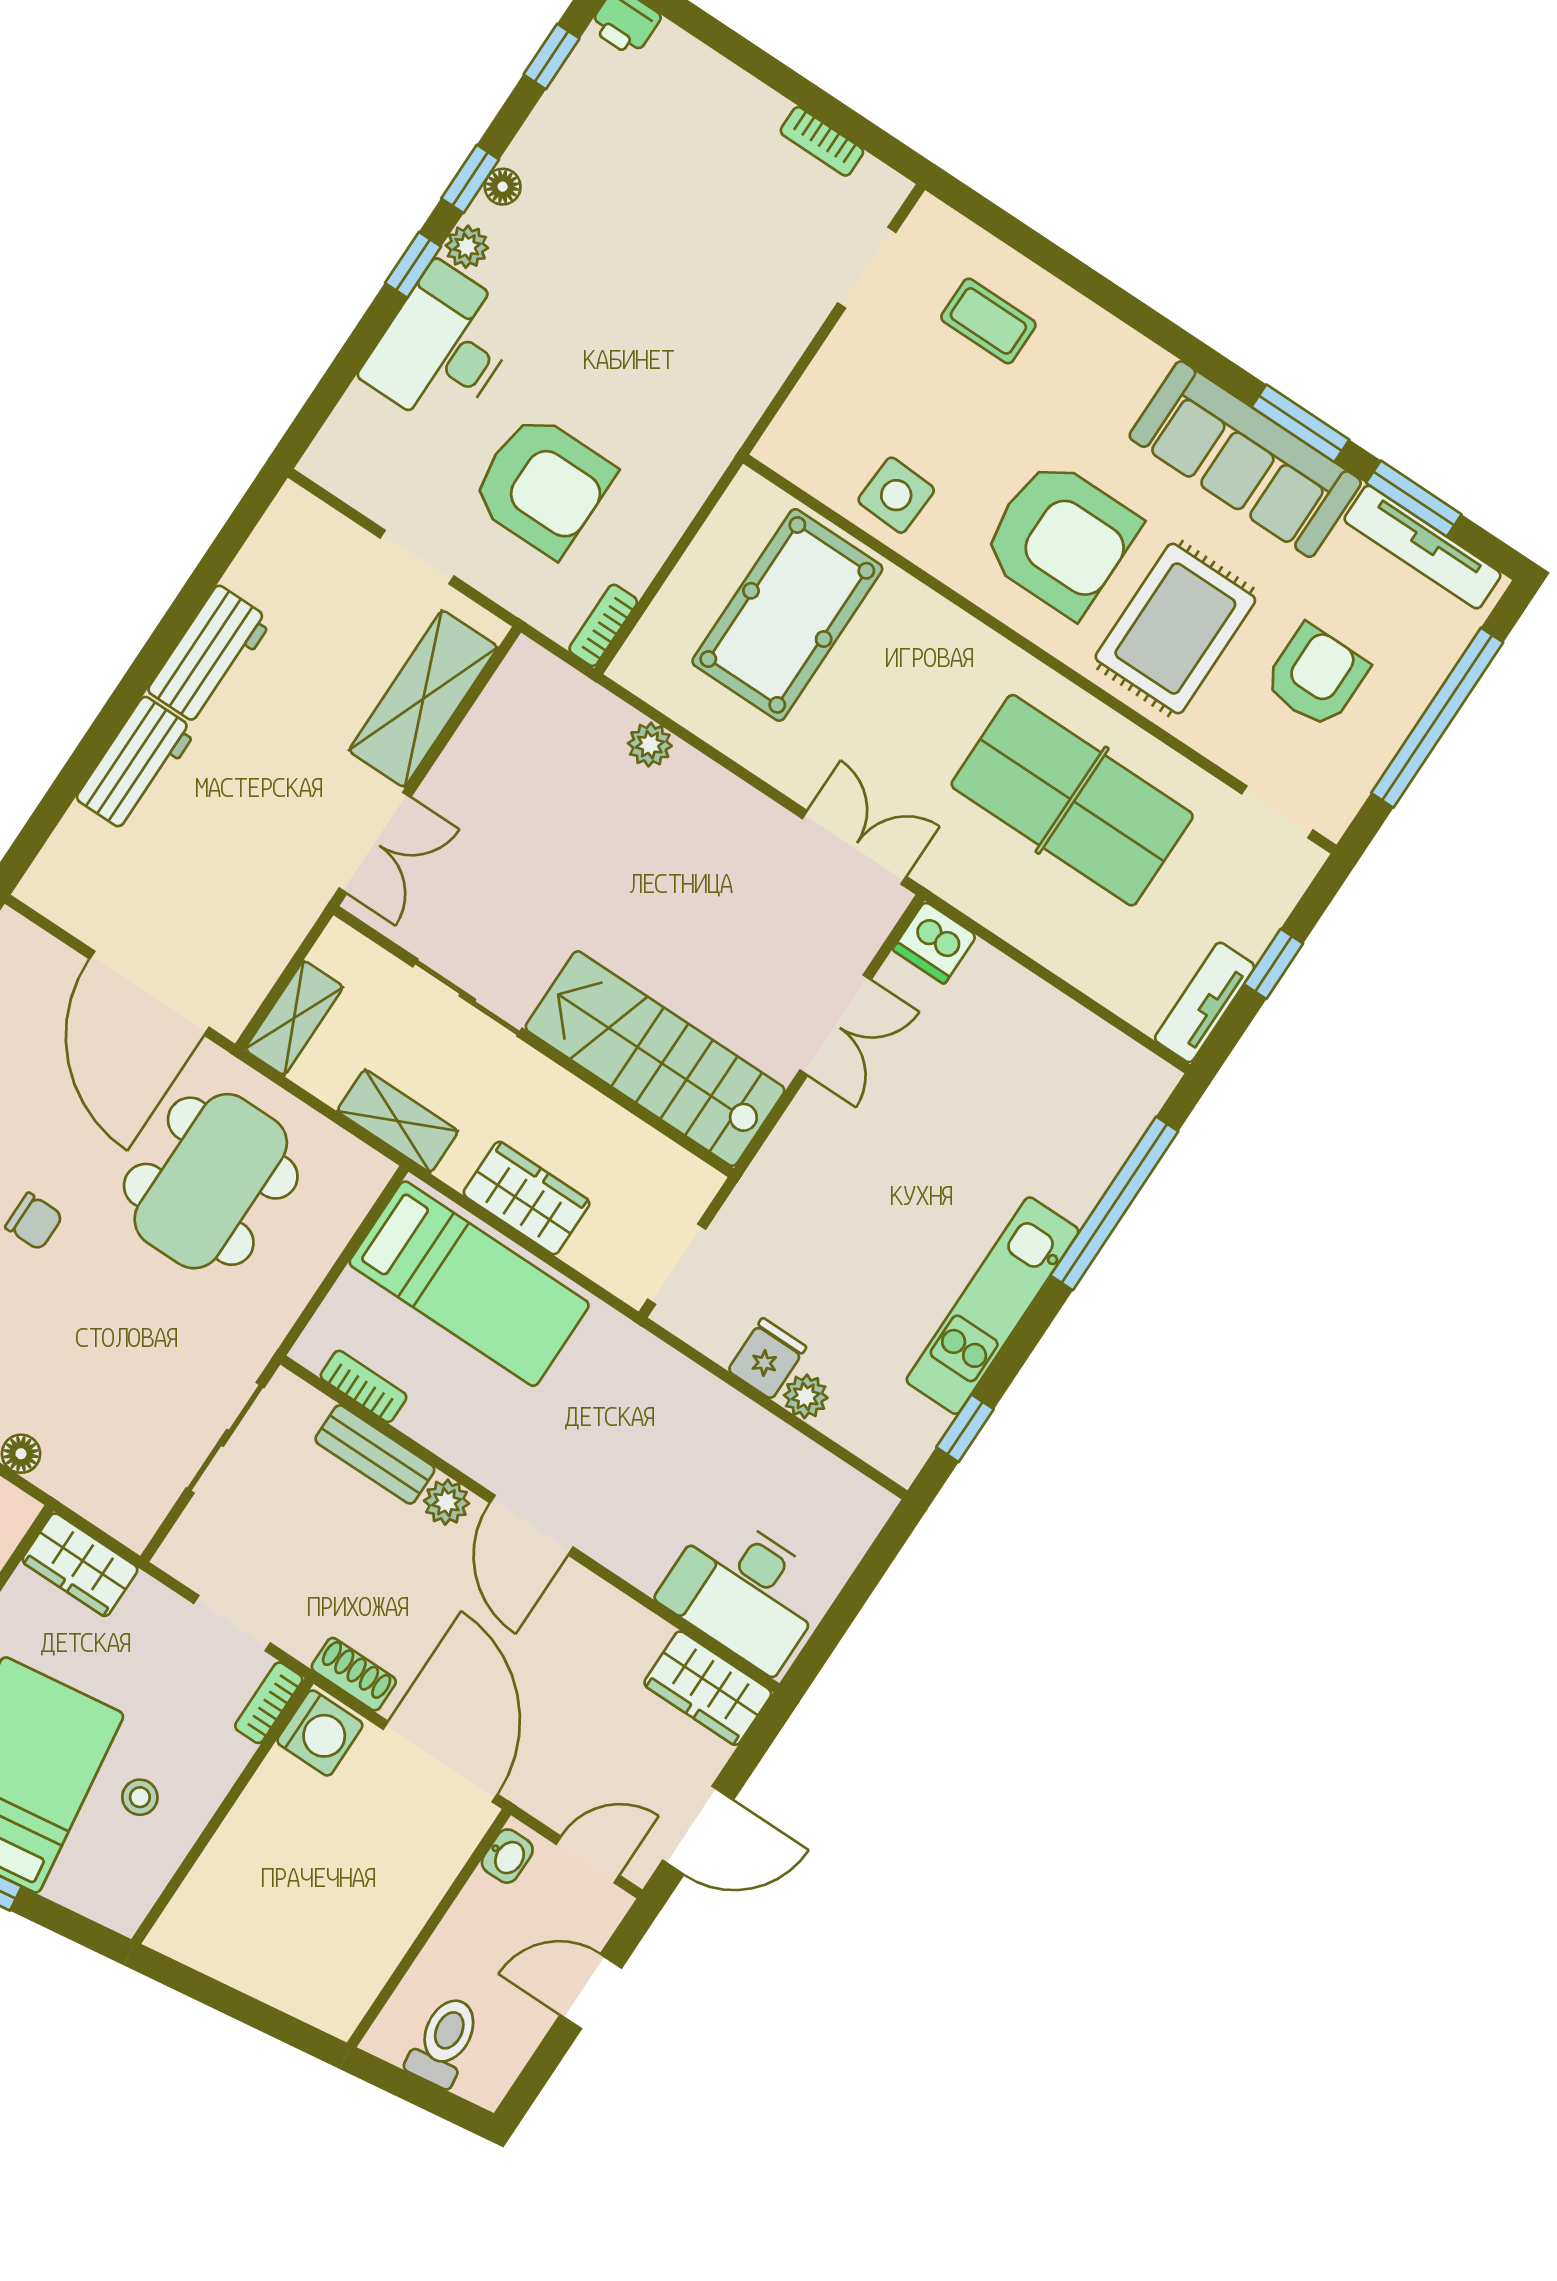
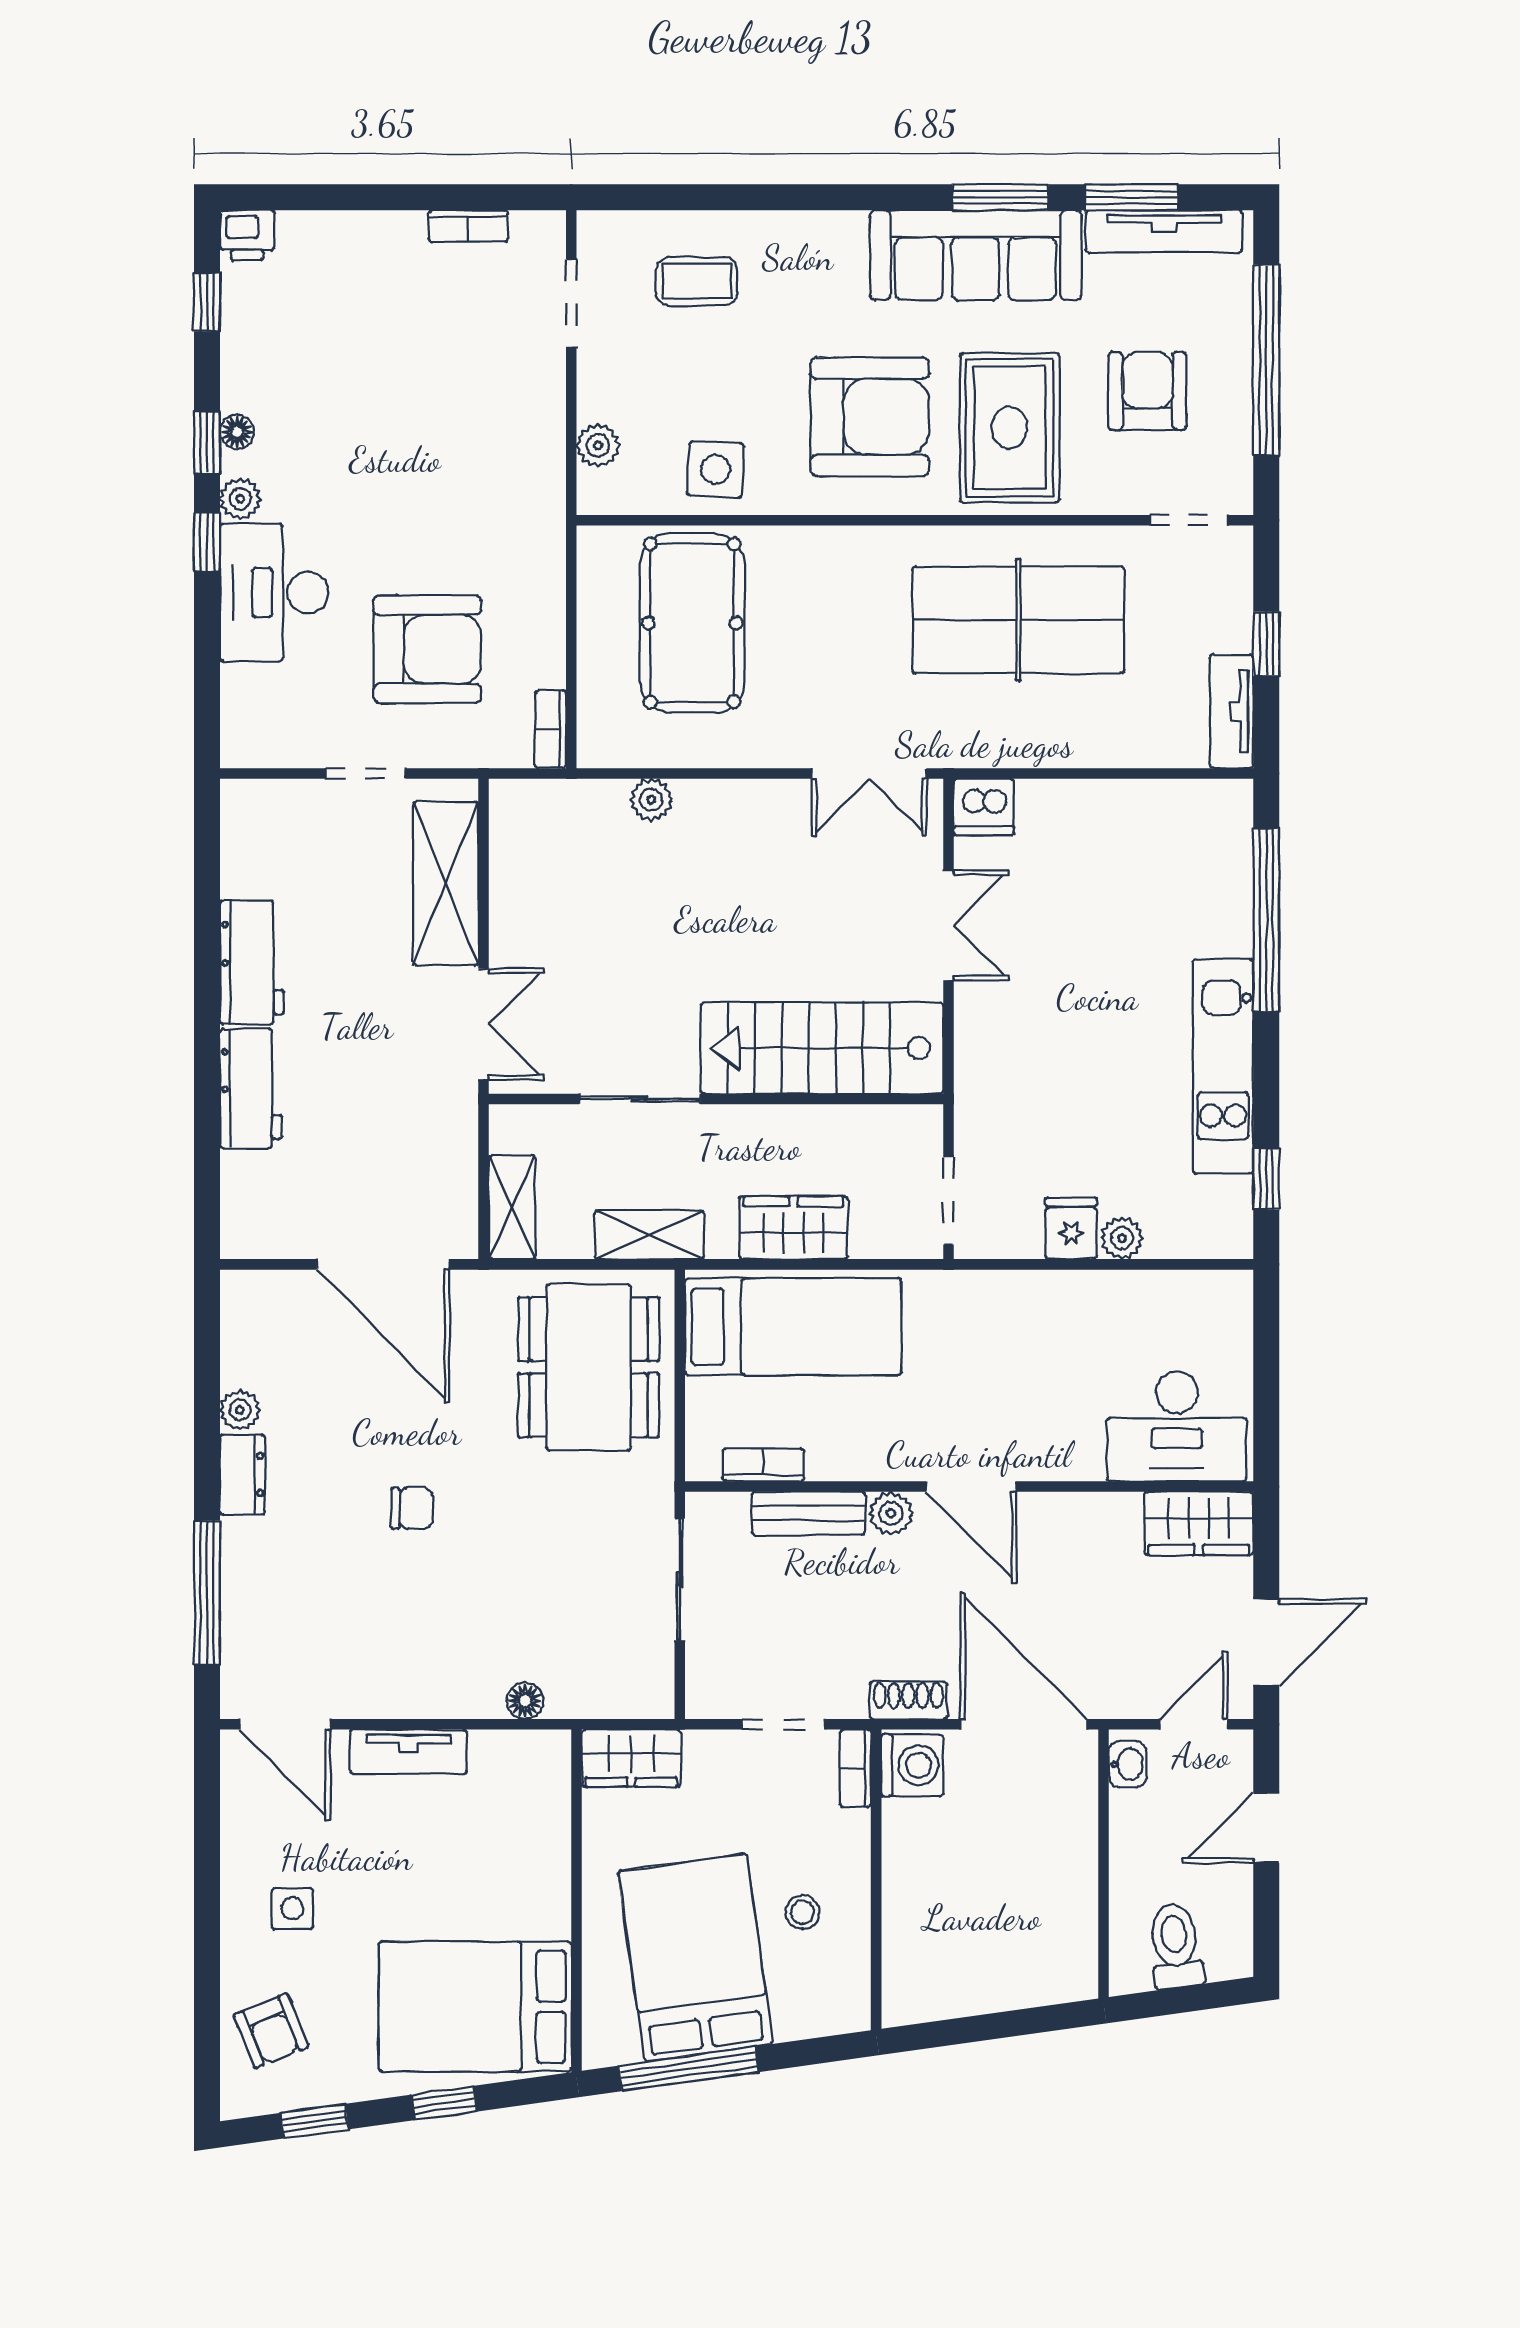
plant: (808, 406) -> (598, 445), added
double door: (854, 847) -> (869, 773), swing flipped
dining table: (211, 1181) -> (589, 1367), moved

